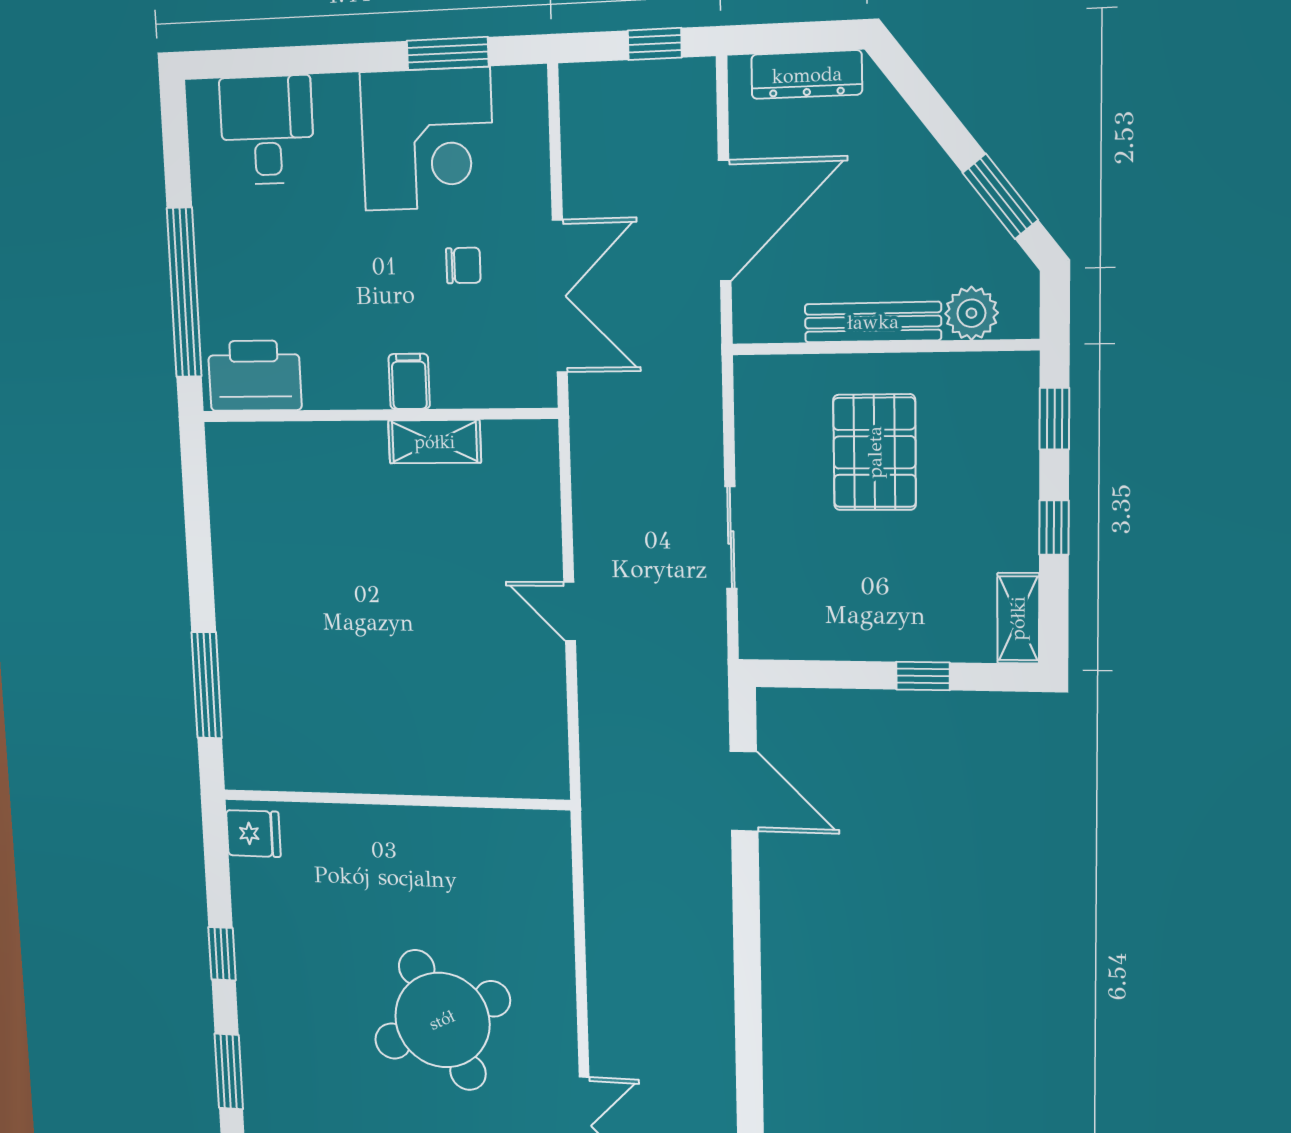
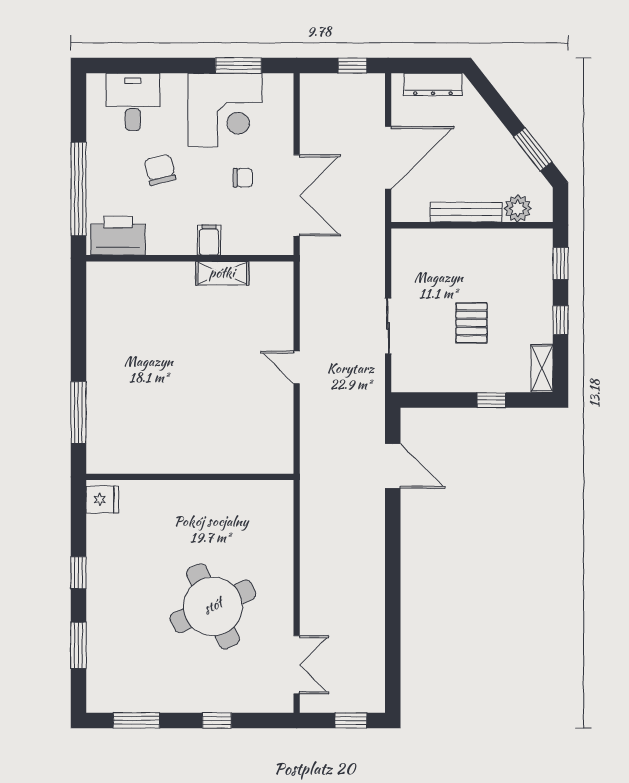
chair: (319, 254) -> (160, 170), added
pallet: (875, 452) -> (471, 323), moved, width x0.67, depth x0.71

